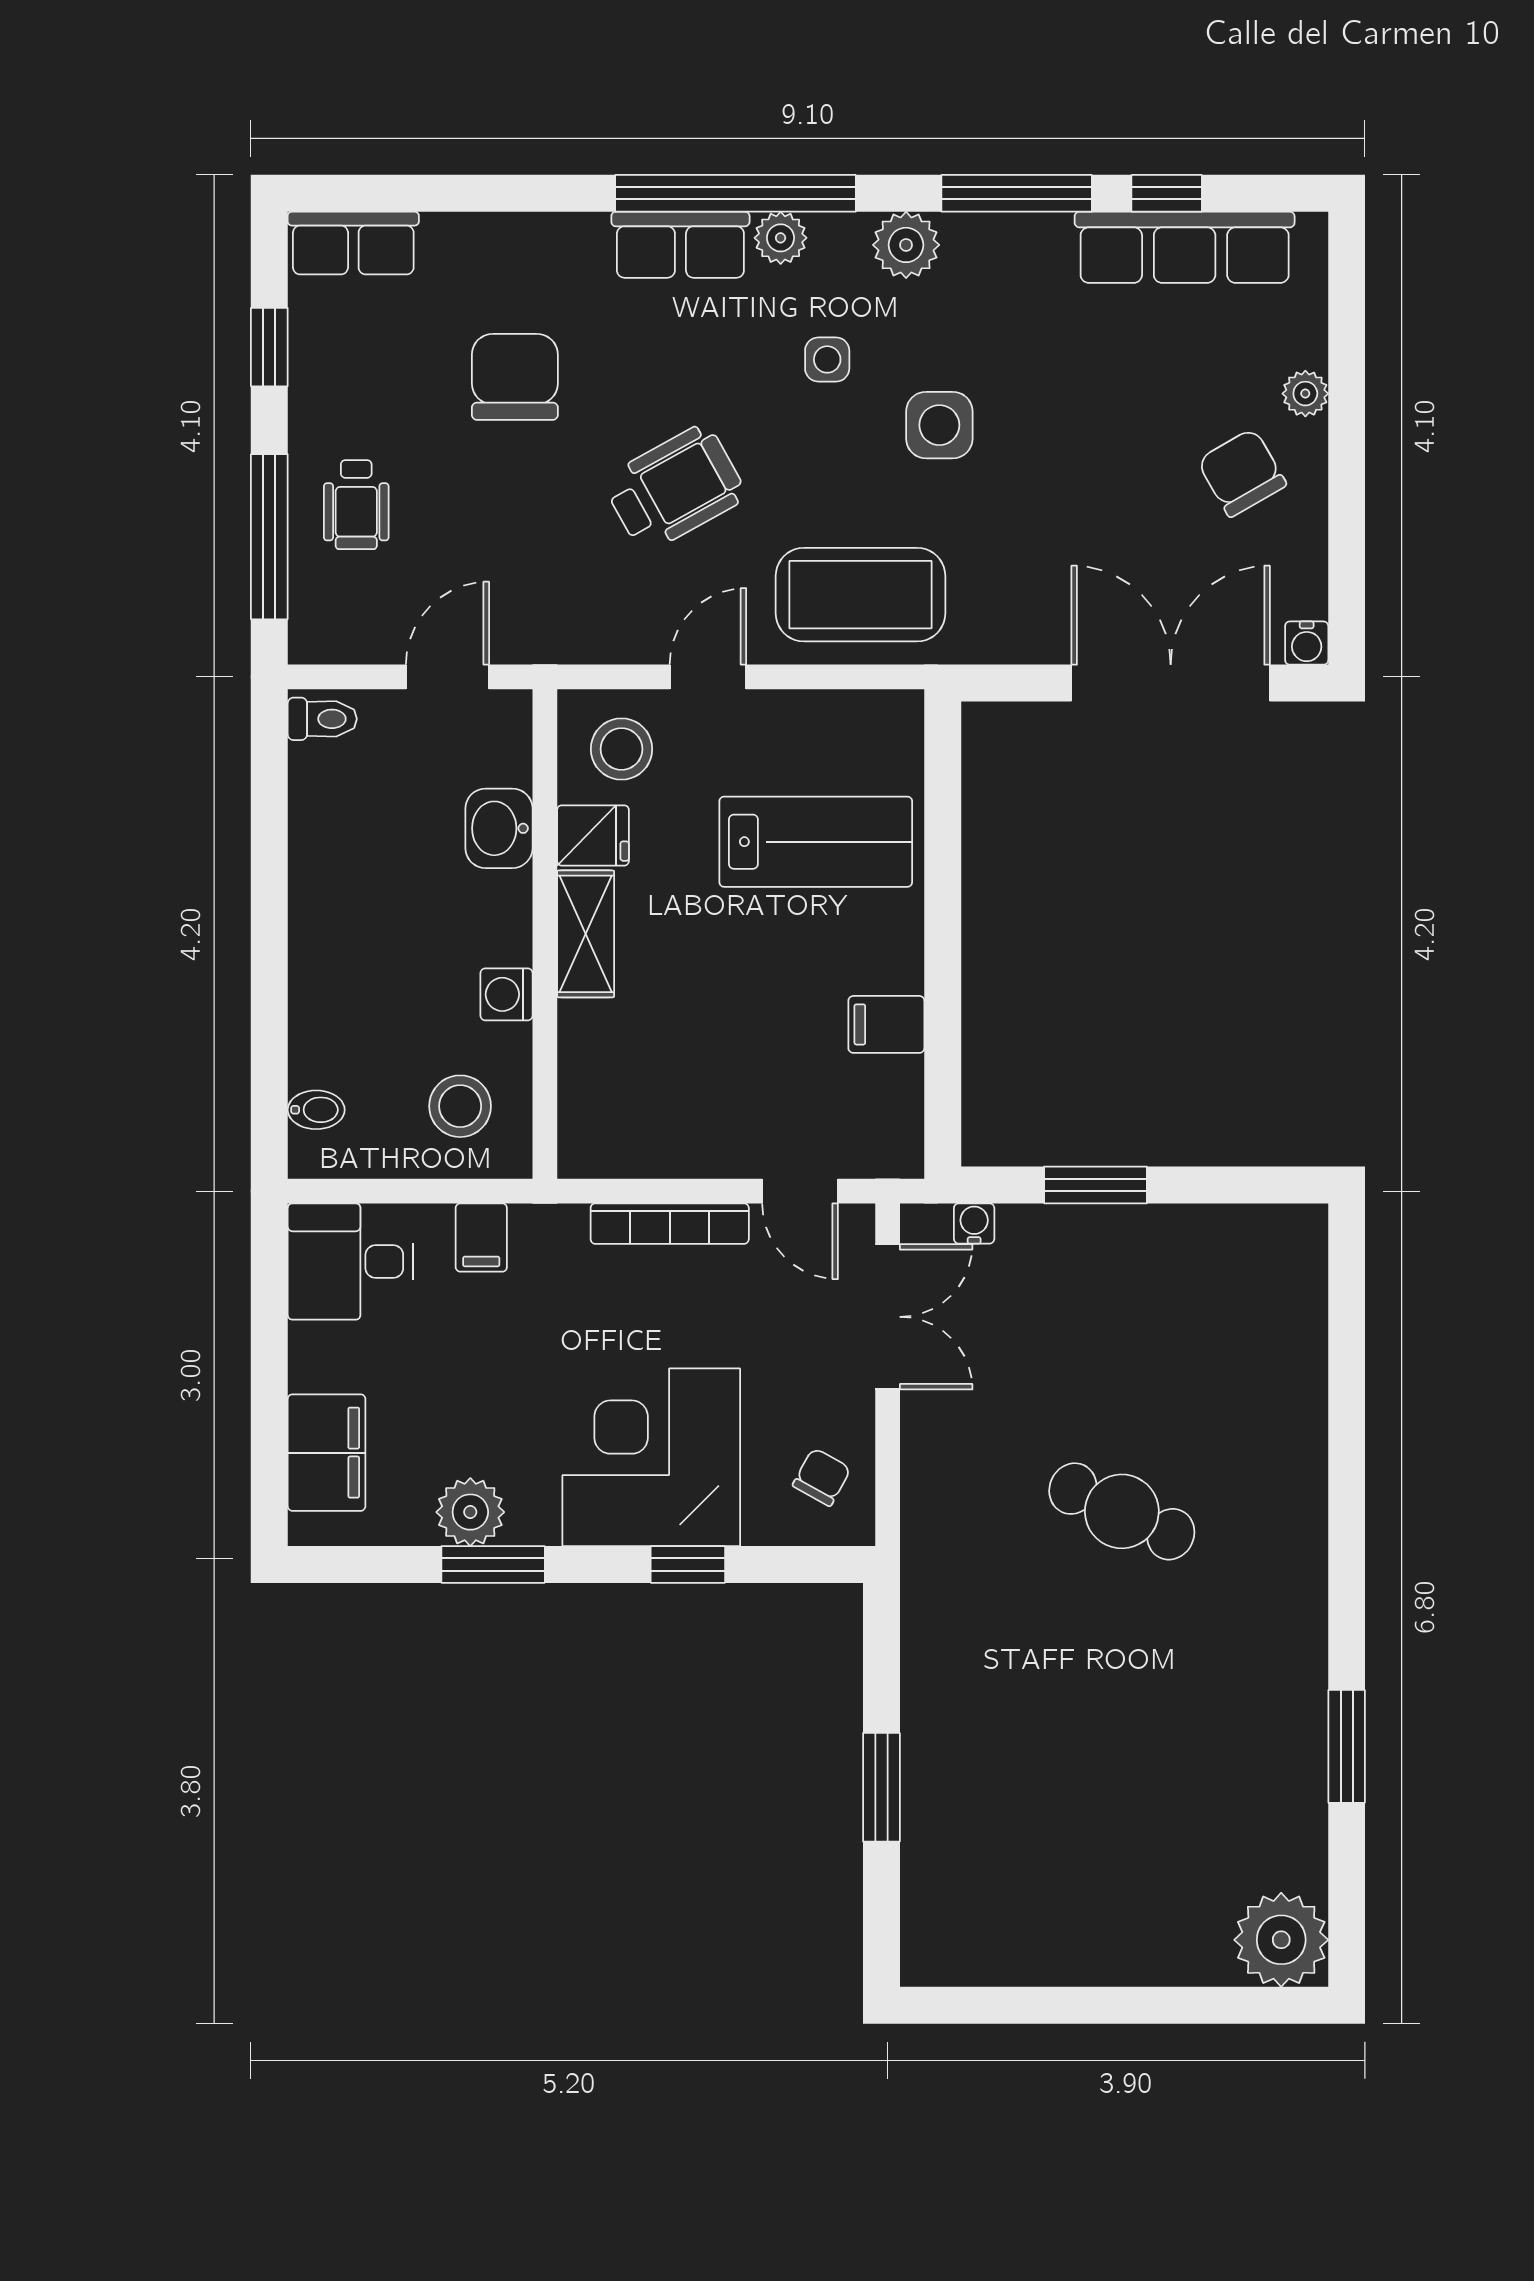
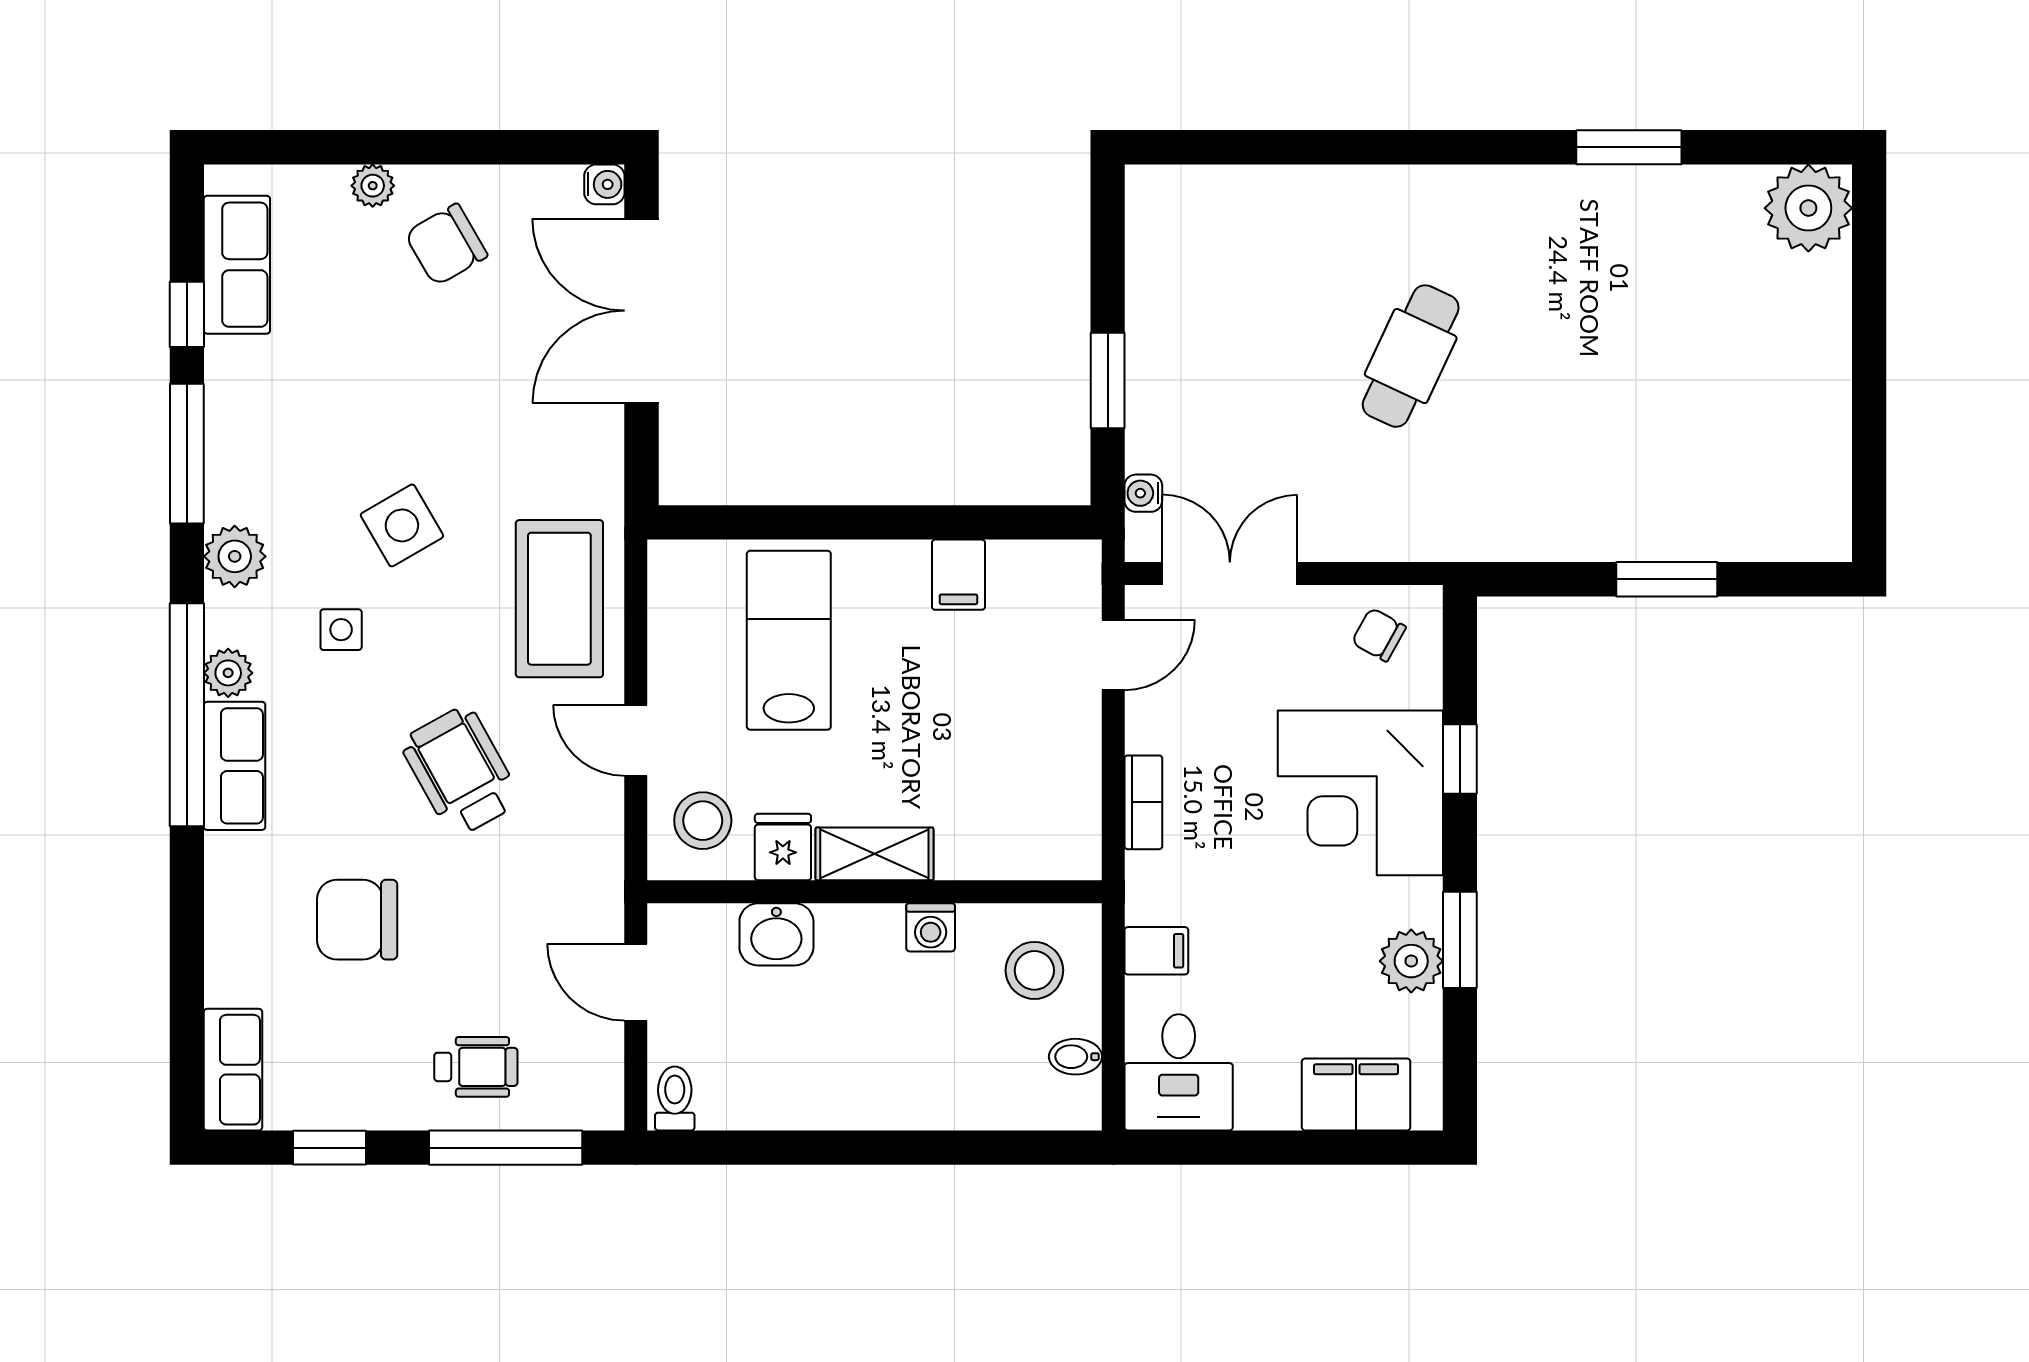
row of seats: (1185, 247) -> (237, 265), width x0.68
side table: (939, 425) -> (402, 525), turned -30
bidet: (316, 1110) -> (1075, 1057), moved, turned -90
bookcase: (670, 1224) -> (1143, 802), width x0.64

